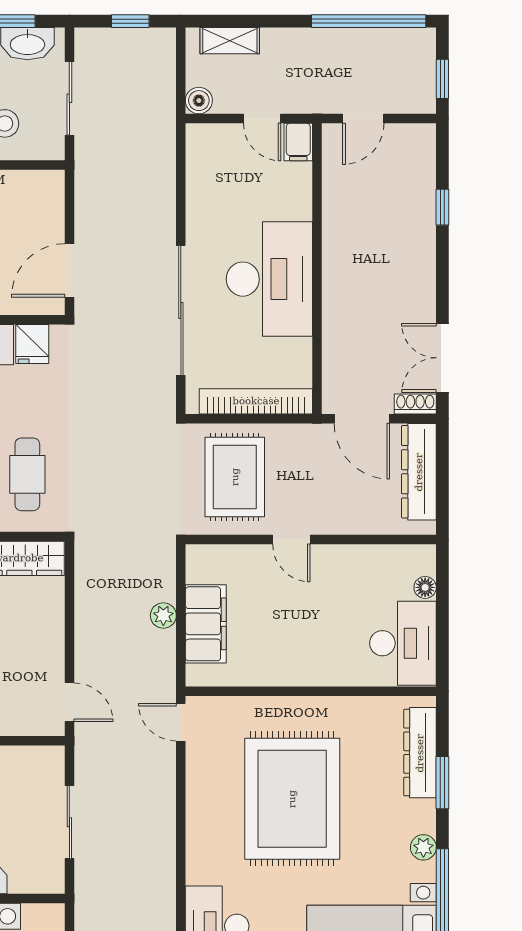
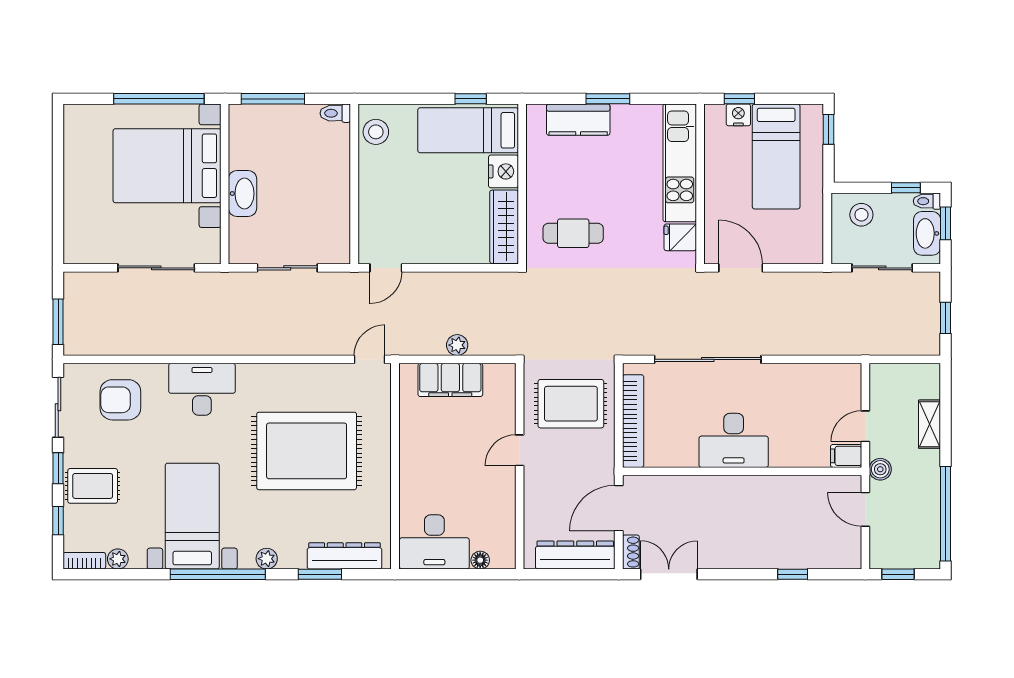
shelving: (230, 41) -> (930, 424), moved
boiler: (199, 101) -> (880, 469), moved
desk: (269, 279) -> (734, 440), width x0.73, depth x0.77

